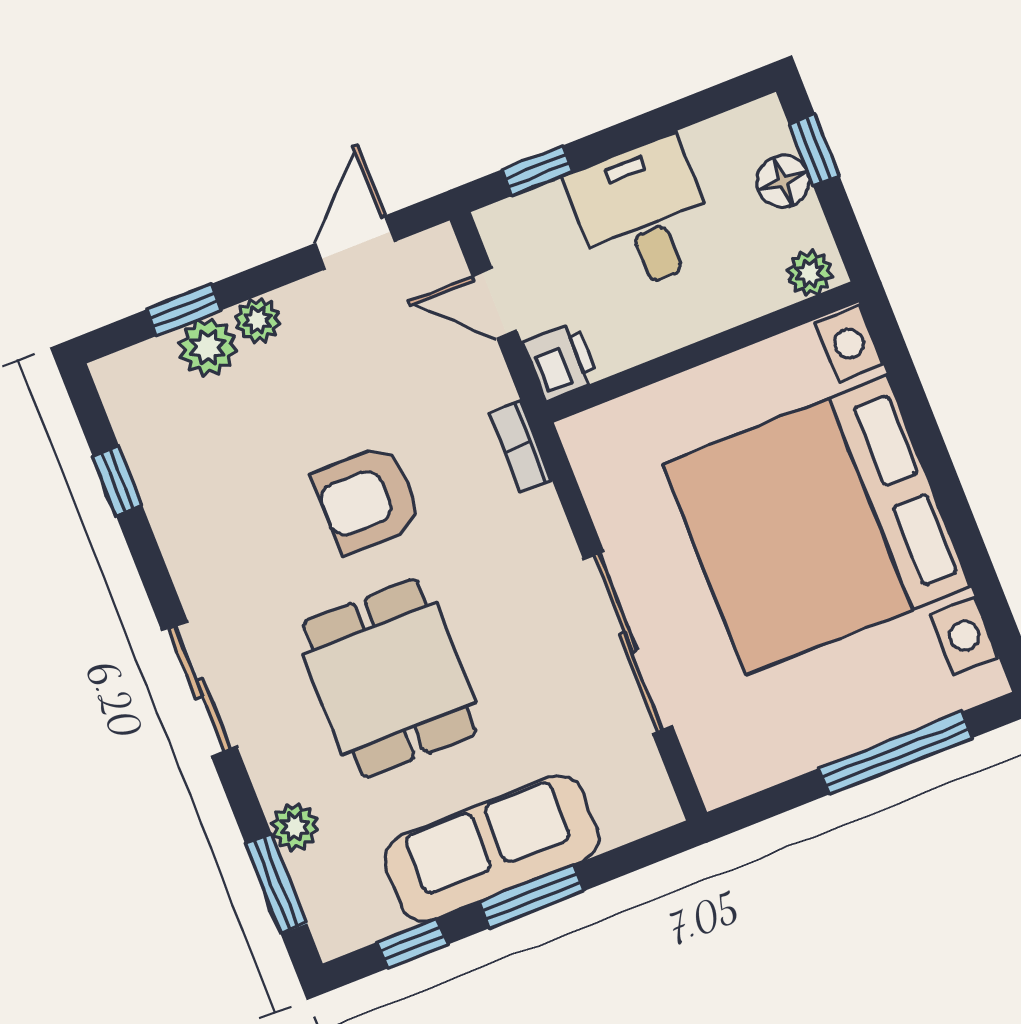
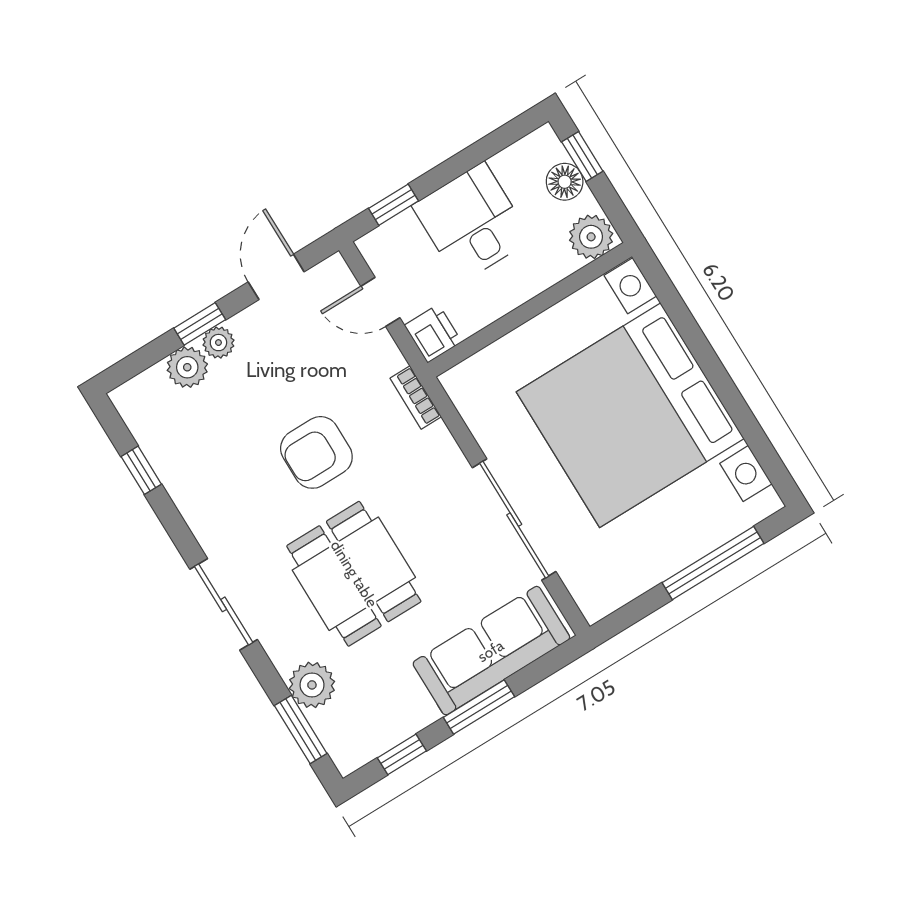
plant: (810, 273) -> (591, 237), width x1.38, depth x1.38
window: (184, 310) -> (200, 324), moved
plant: (295, 827) -> (312, 685), width x1.38, depth x1.38
sofa: (492, 849) -> (491, 651), moved

